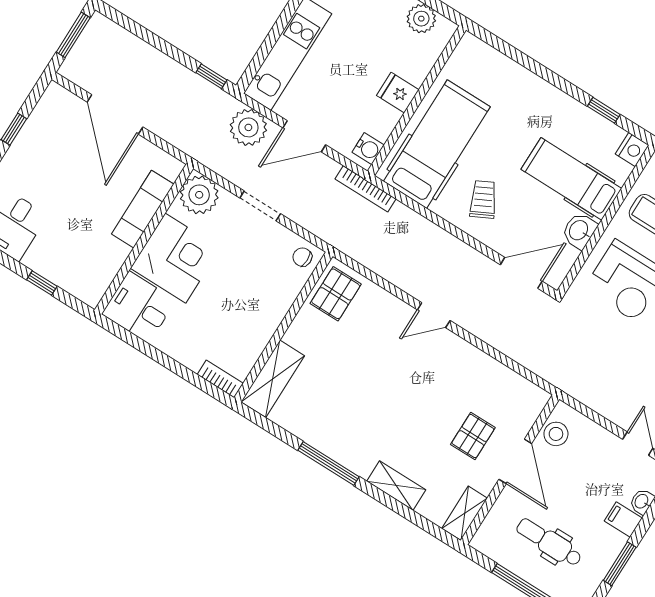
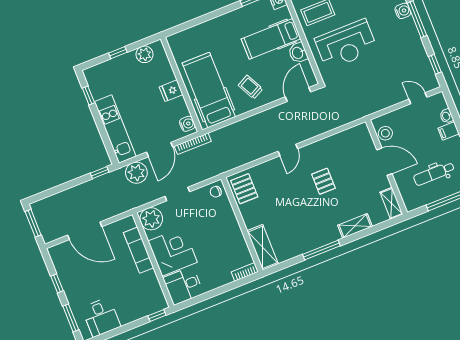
bookcase: (366, 189) -> (193, 144), moved
window: (42, 283) -> (157, 316), moved
pallet: (473, 436) -> (323, 181), moved

